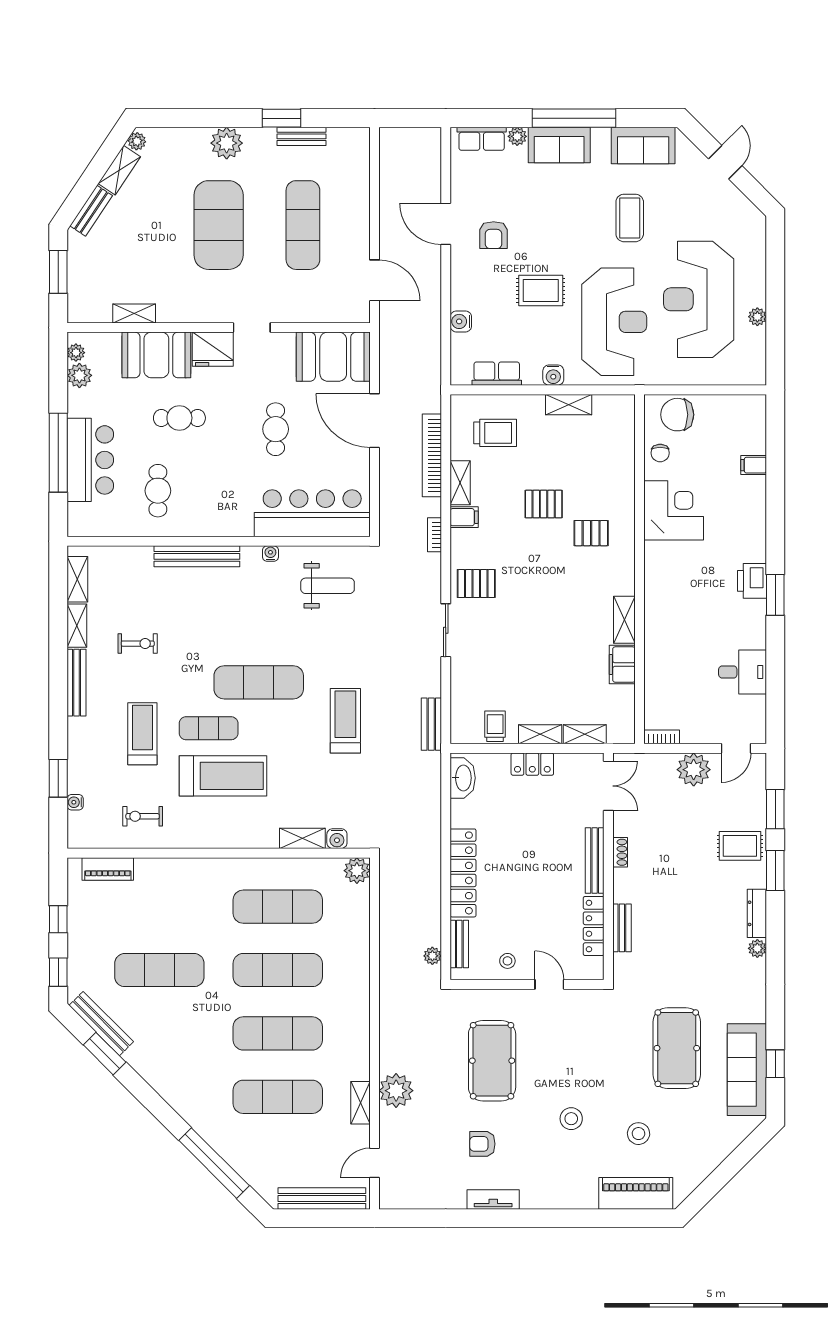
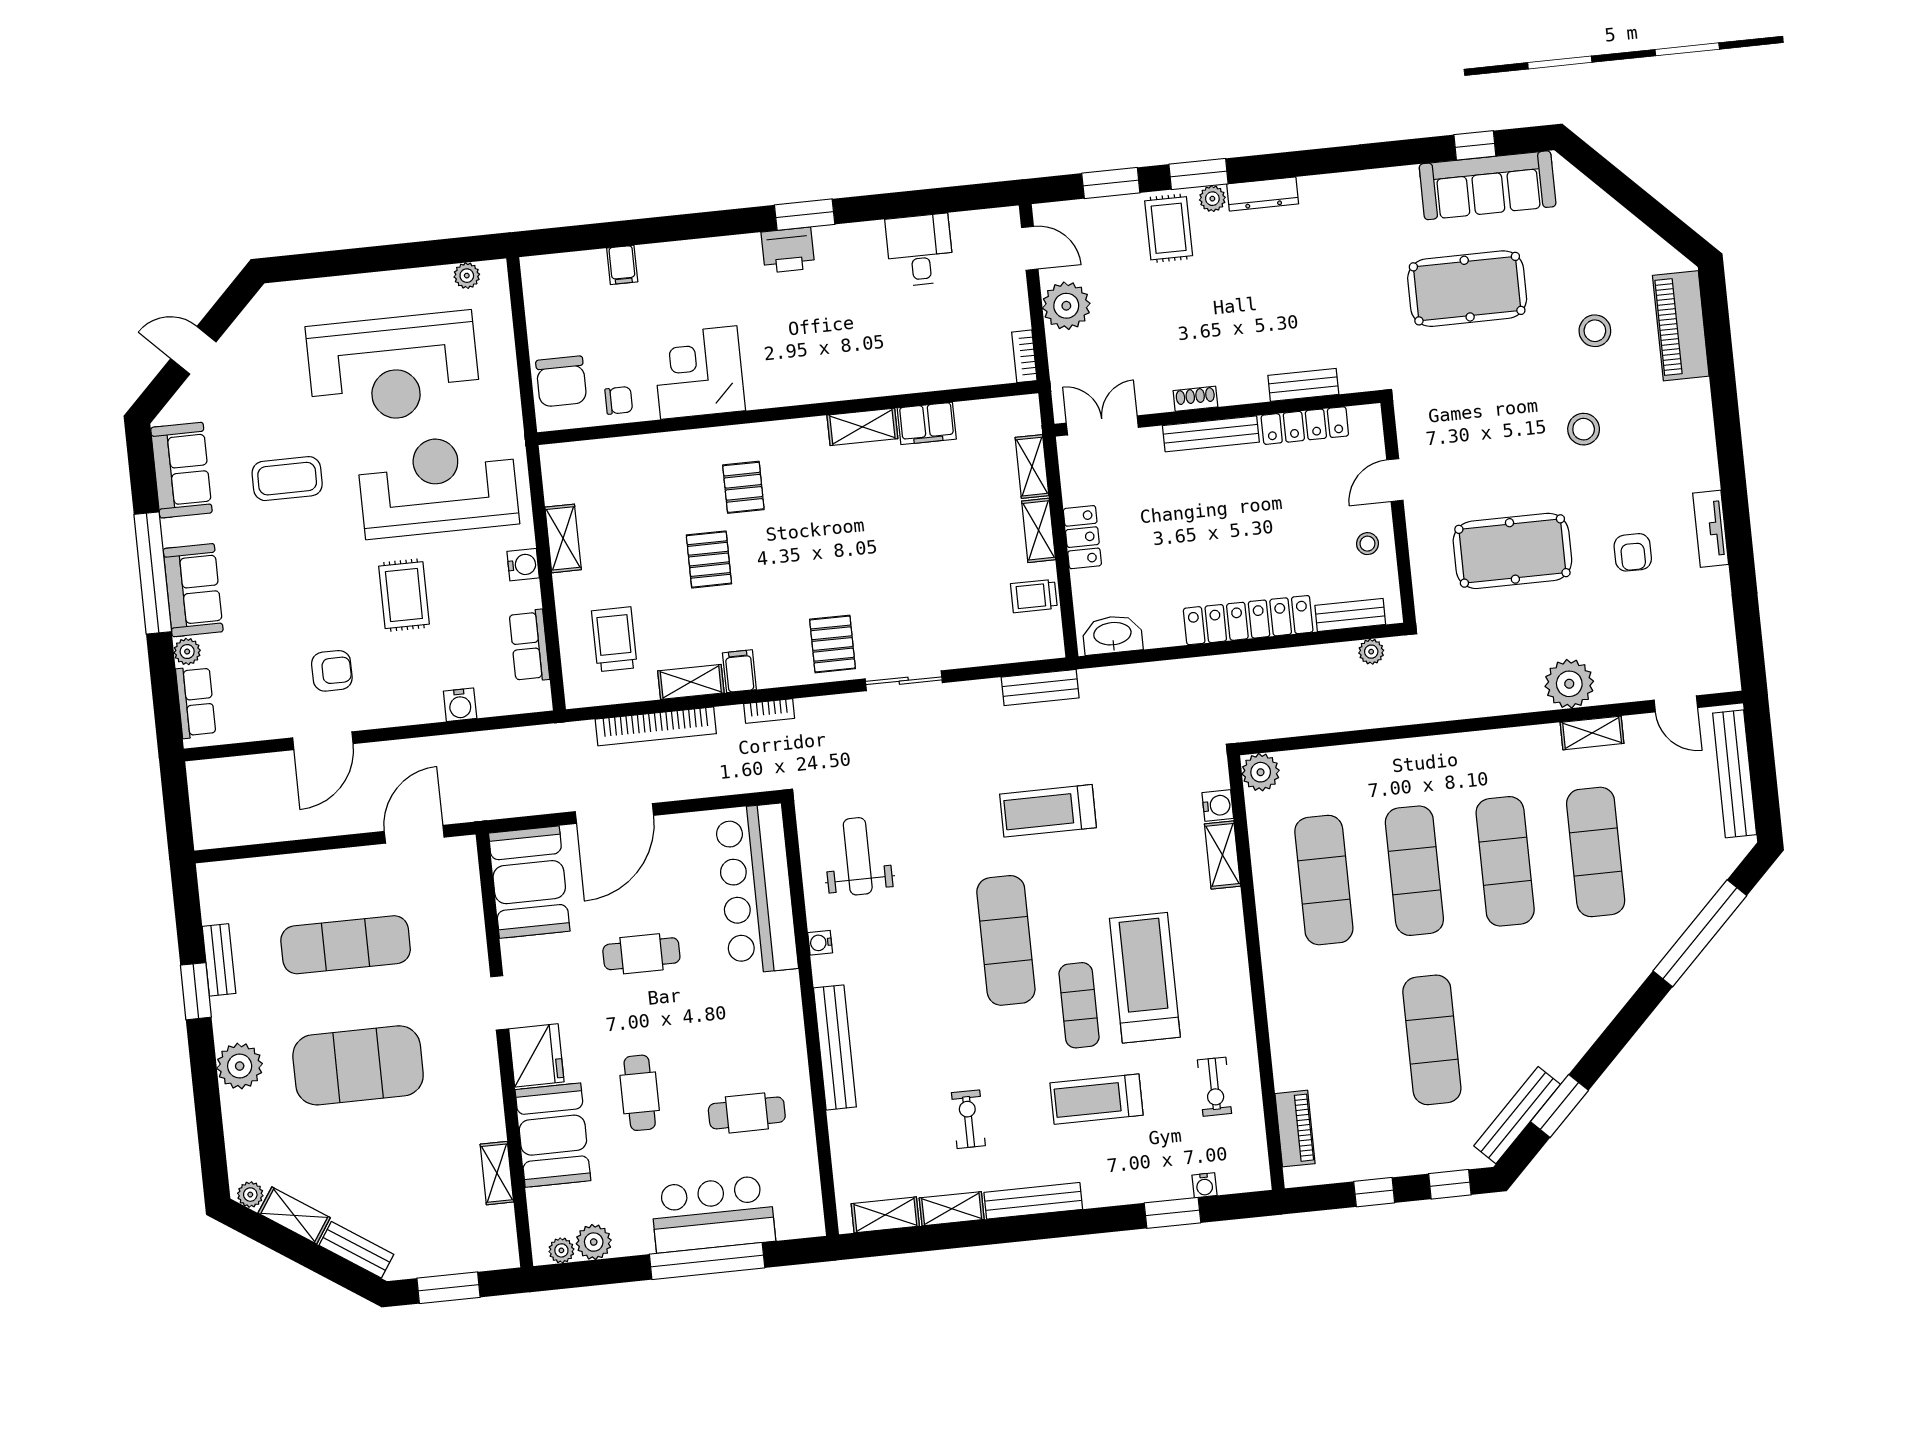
plant: (757, 317) -> (467, 276), moved
plant: (757, 948) -> (1212, 199), moved

